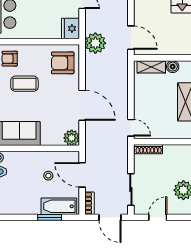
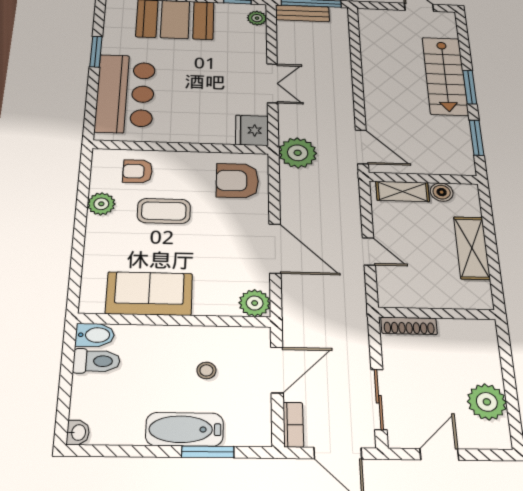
door: (131, 128) -> (369, 251), moved
door: (82, 175) -> (277, 370), swing flipped
bathtub: (59, 206) -> (185, 429), moved

